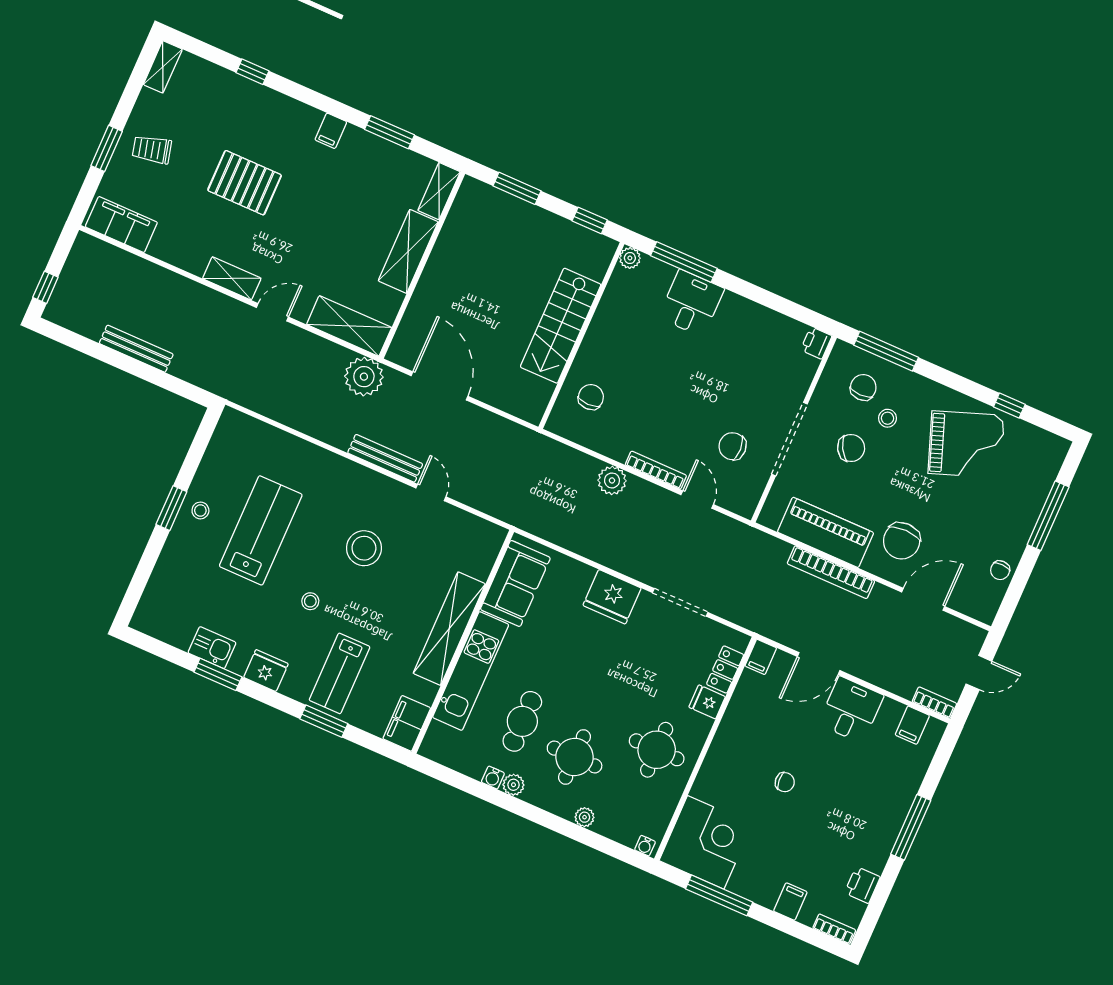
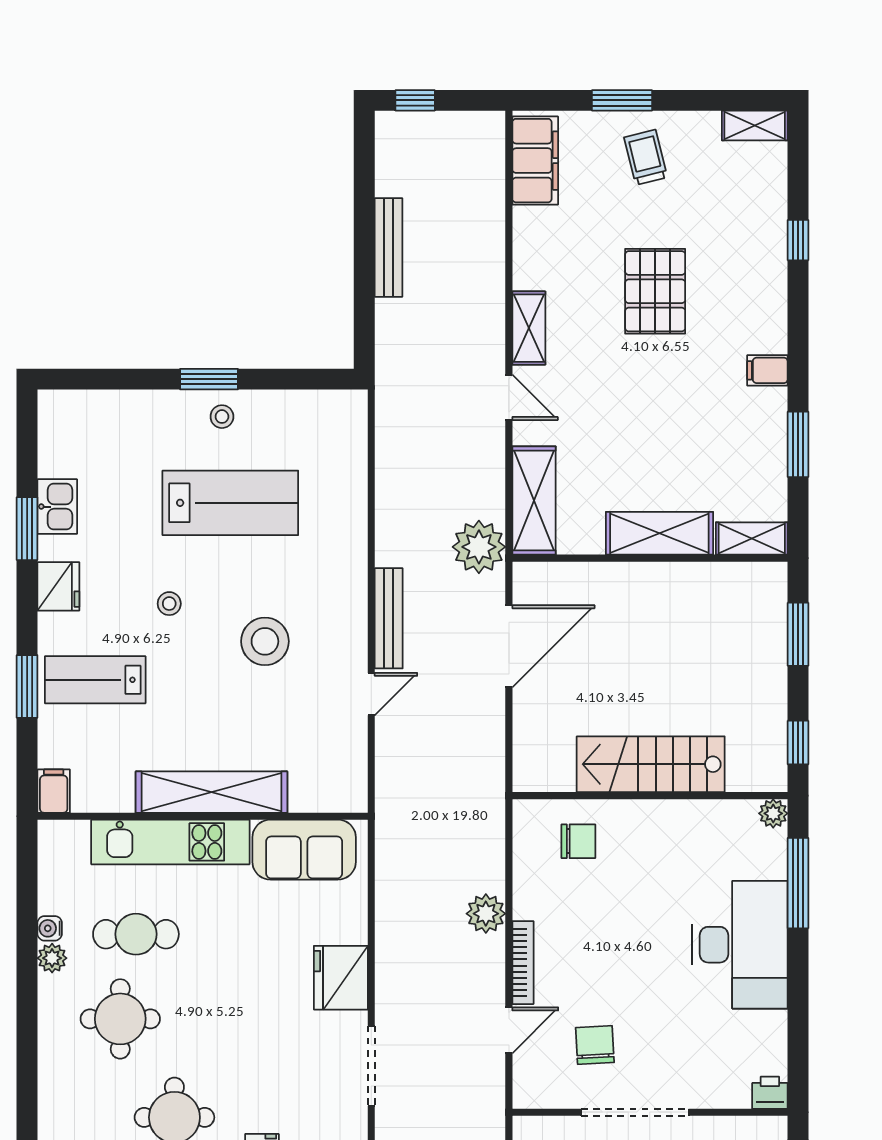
desk: (691, 303) -> (740, 945), width x1.87, depth x1.30
filing cabinet: (407, 723) -> (54, 791), width x0.50
plant: (585, 817) -> (51, 1065), removed

